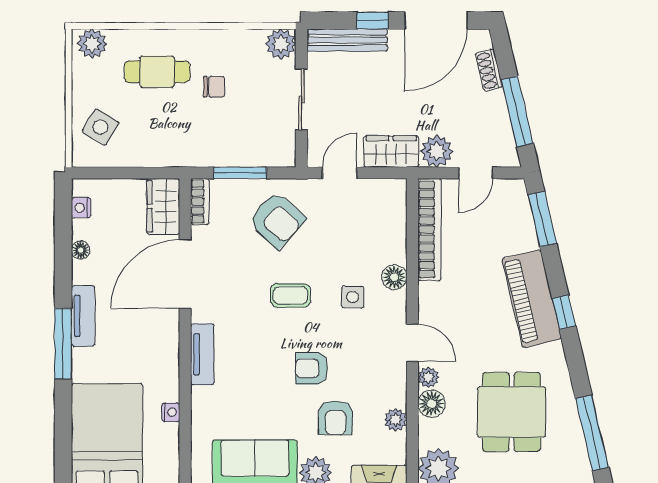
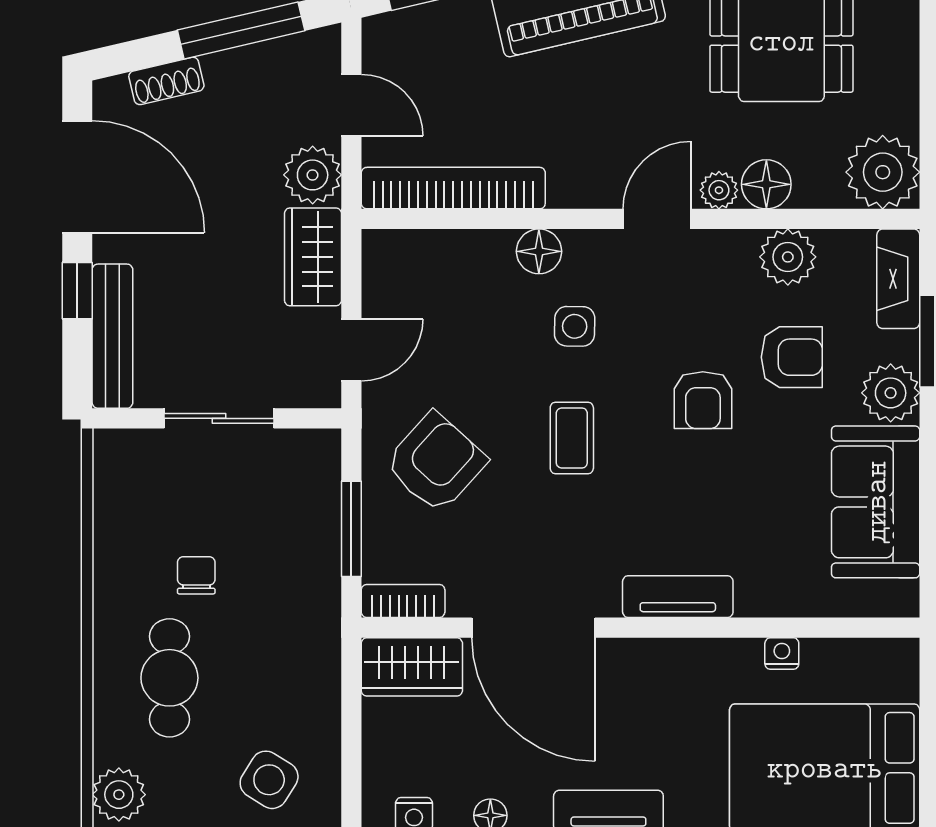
plant: (281, 44) -> (119, 456), removed
door: (339, 173) -> (351, 350), swing flipped
plant: (395, 420) -> (788, 257), width x1.38, depth x1.38

